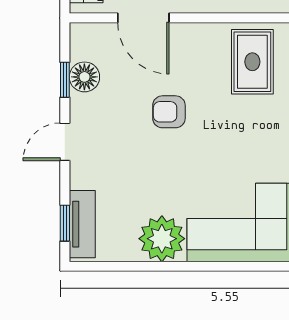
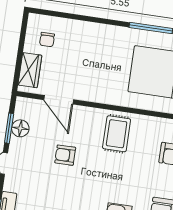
window: (65, 80) -> (9, 128), width x1.50

